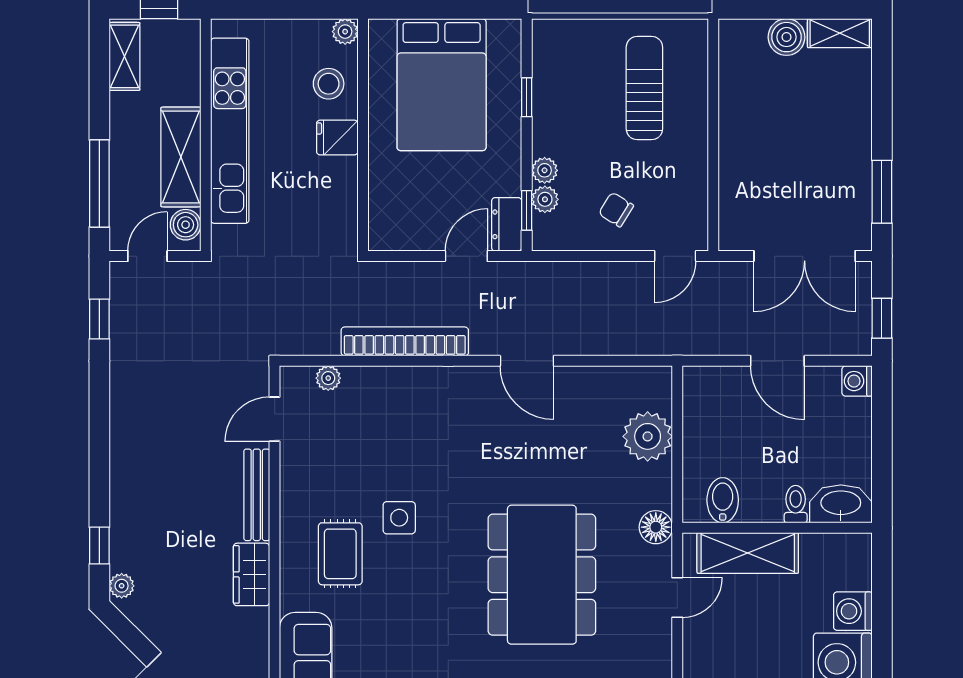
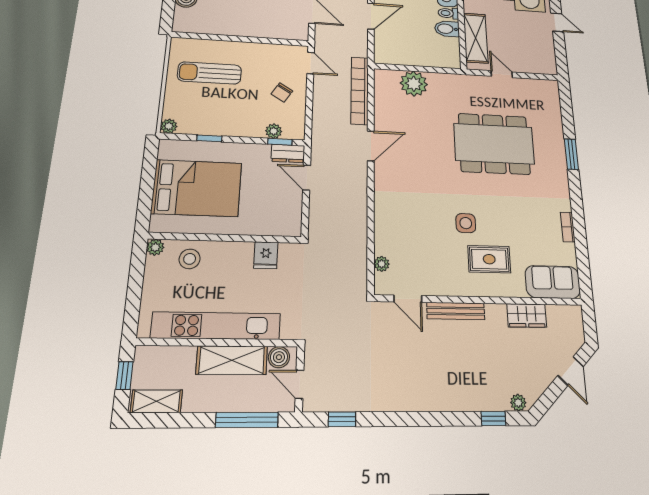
fridge: (337, 138) -> (266, 255), moved
plant: (545, 170) -> (169, 126), moved
bookcase: (405, 341) -> (360, 91), moved
bidet: (723, 500) -> (447, 29), moved
floor lamp: (656, 527) -> (464, 83), removed
wardrobe: (251, 574) -> (527, 316), moved

